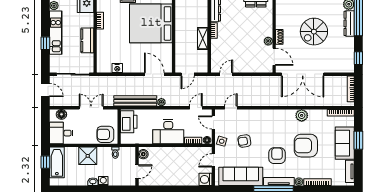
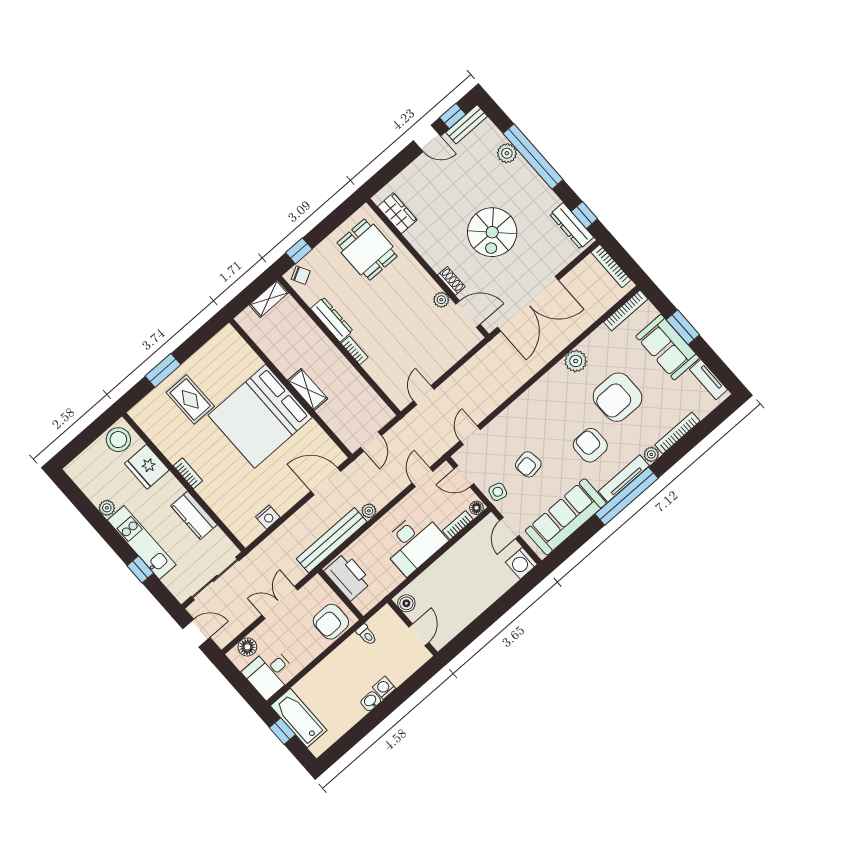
dresser: (349, 23) -> (572, 226), moved
shelving: (203, 38) -> (308, 389), moved
shower: (88, 156) -> (333, 672), removed

